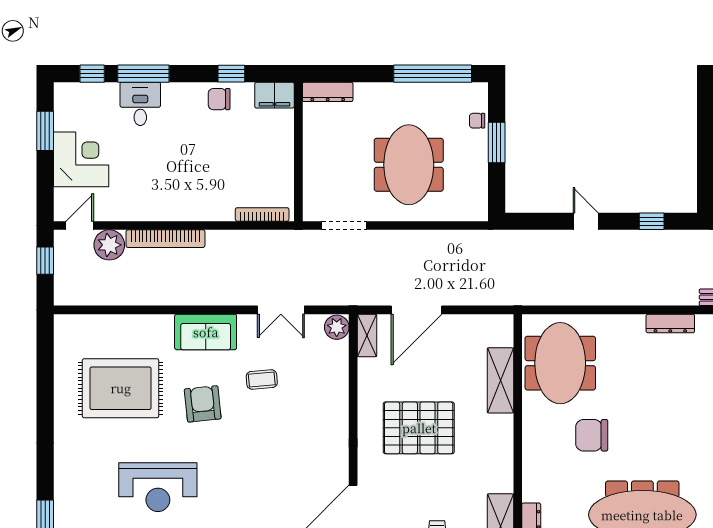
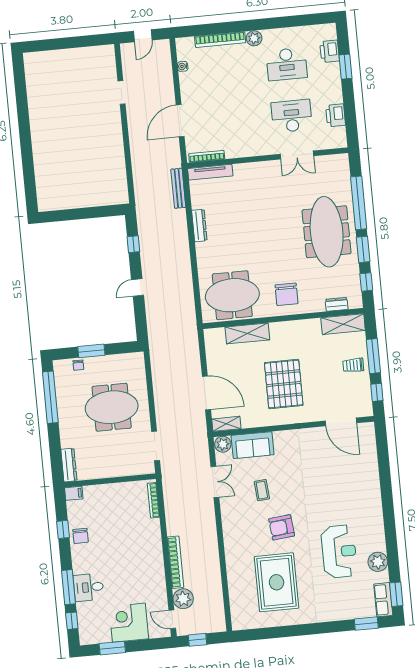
filing cabinet: (274, 95) -> (74, 493), width x0.50
sofa: (206, 332) -> (253, 445), moved, turned 90
chair: (592, 435) -> (287, 294), moved

